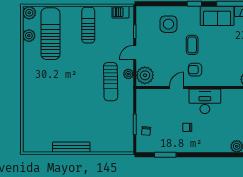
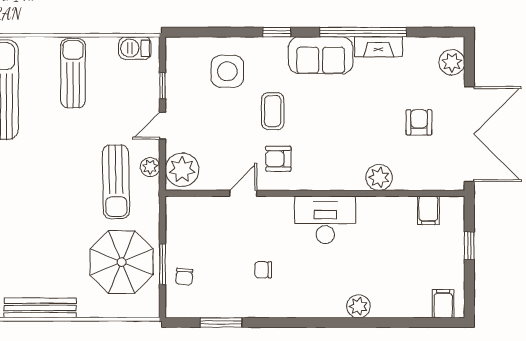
desk: (205, 101) -> (325, 220), moved
parasol: (114, 123) -> (122, 262), added

